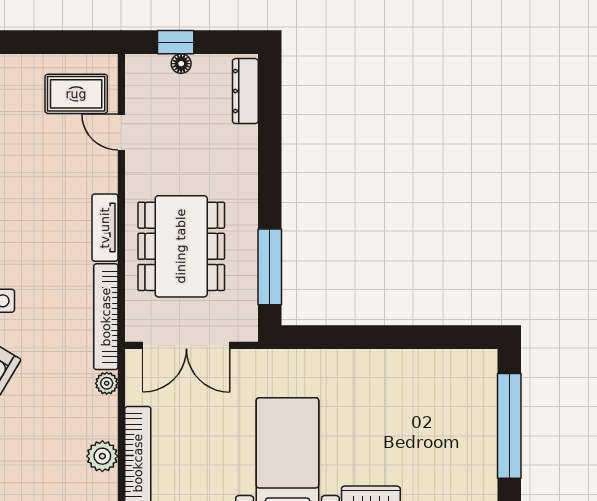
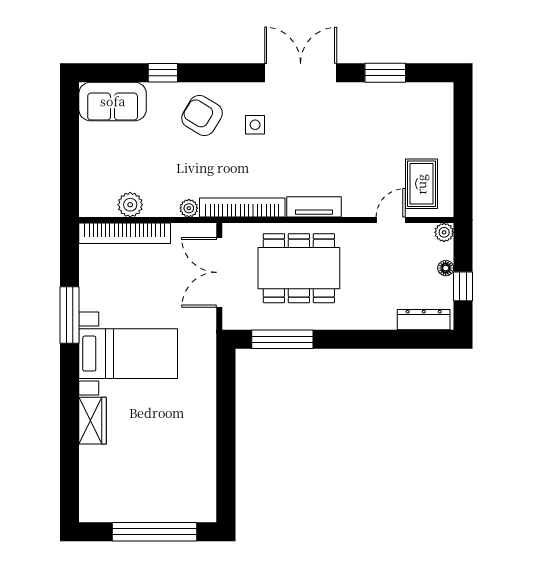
window: (176, 42) -> (463, 286), moved
plant: (137, 66) -> (444, 232), added

